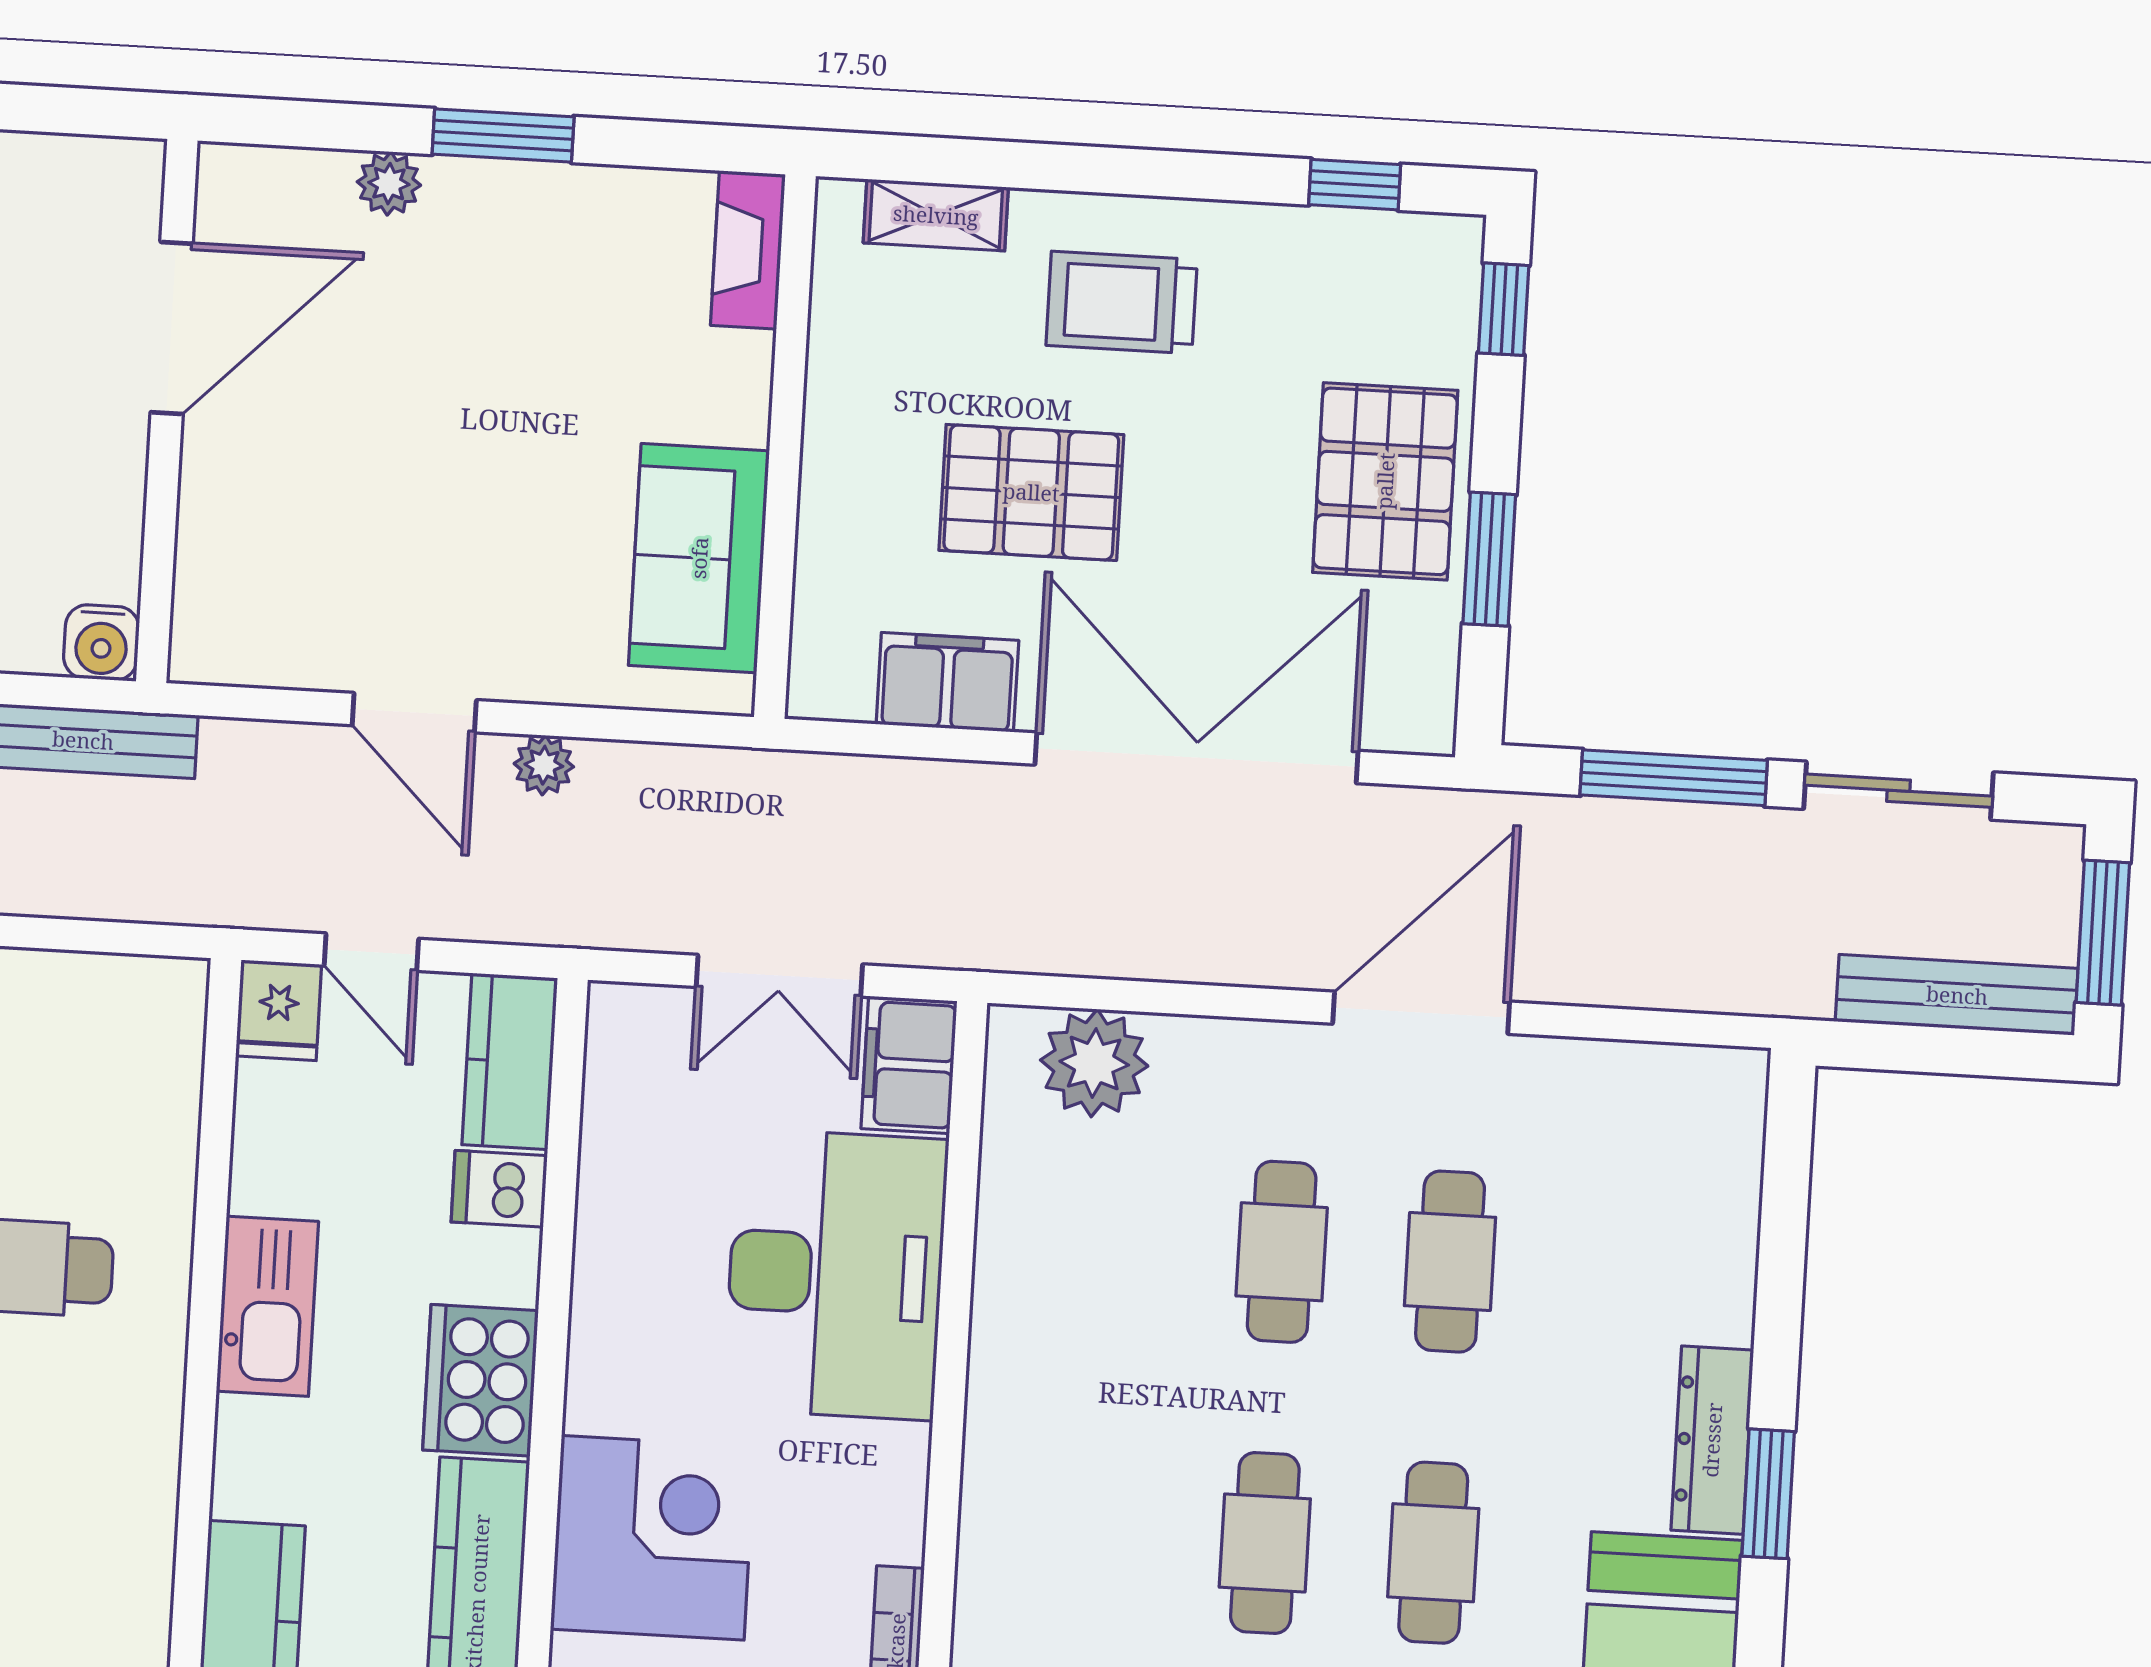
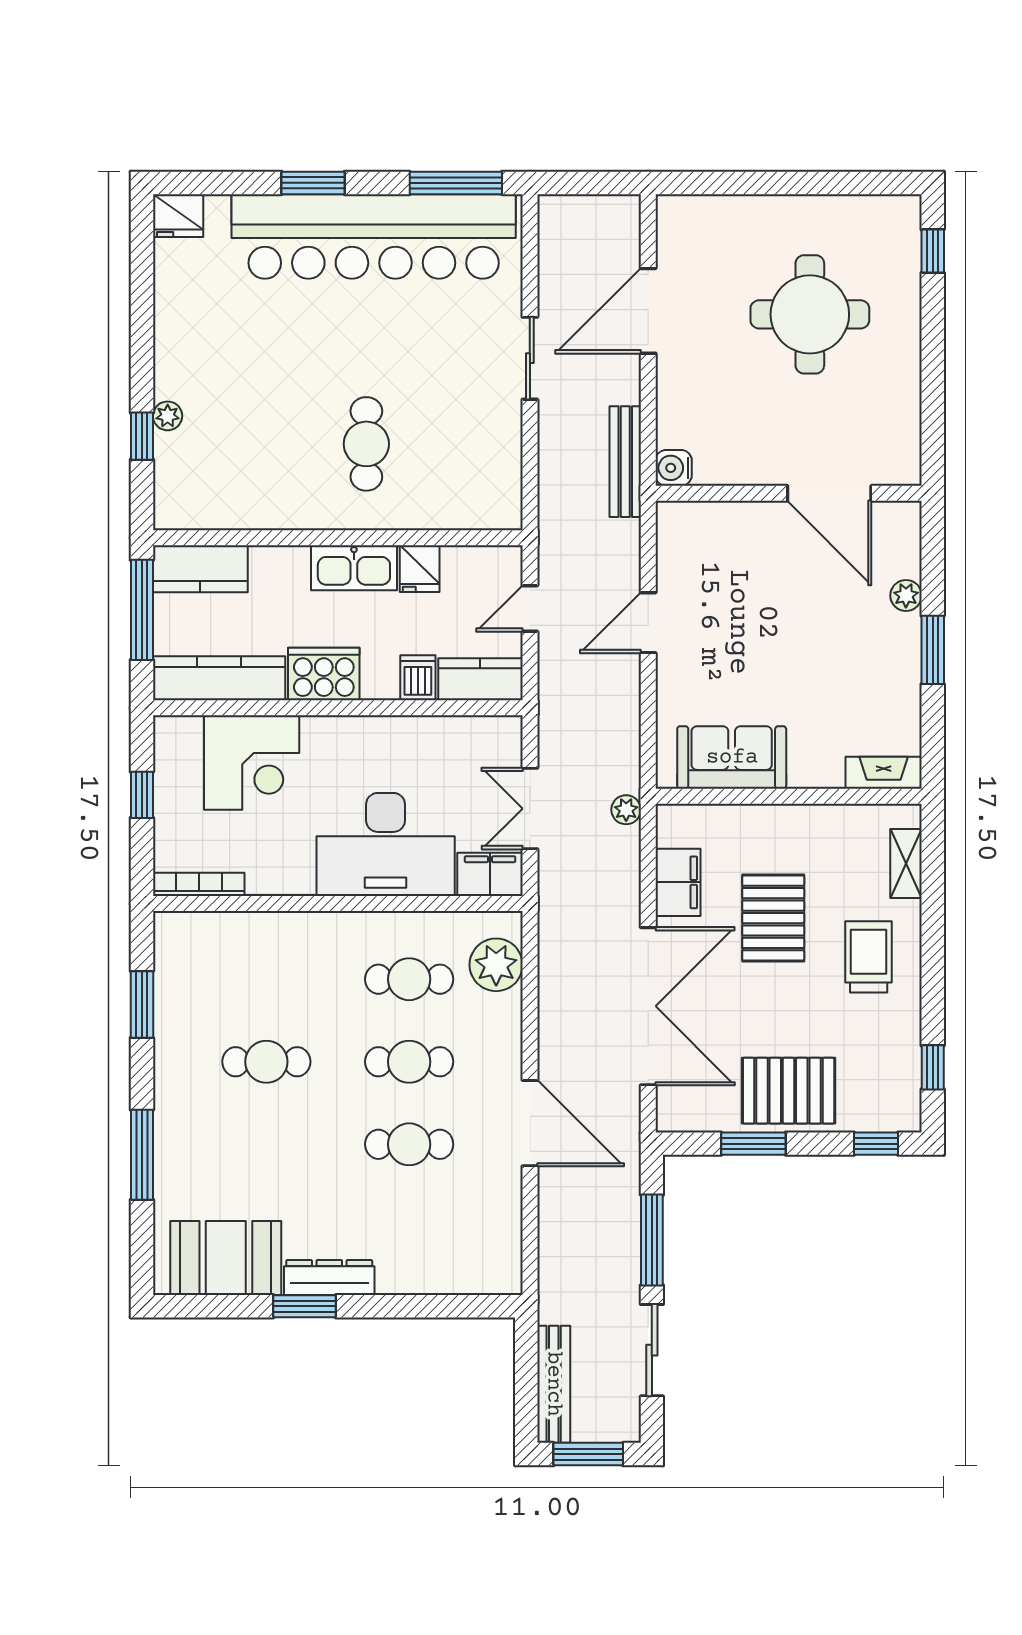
plant: (544, 765) -> (626, 810), moved
fridge: (279, 1010) -> (420, 569), moved, turned -90
cafe table: (1433, 1553) -> (409, 979), moved

